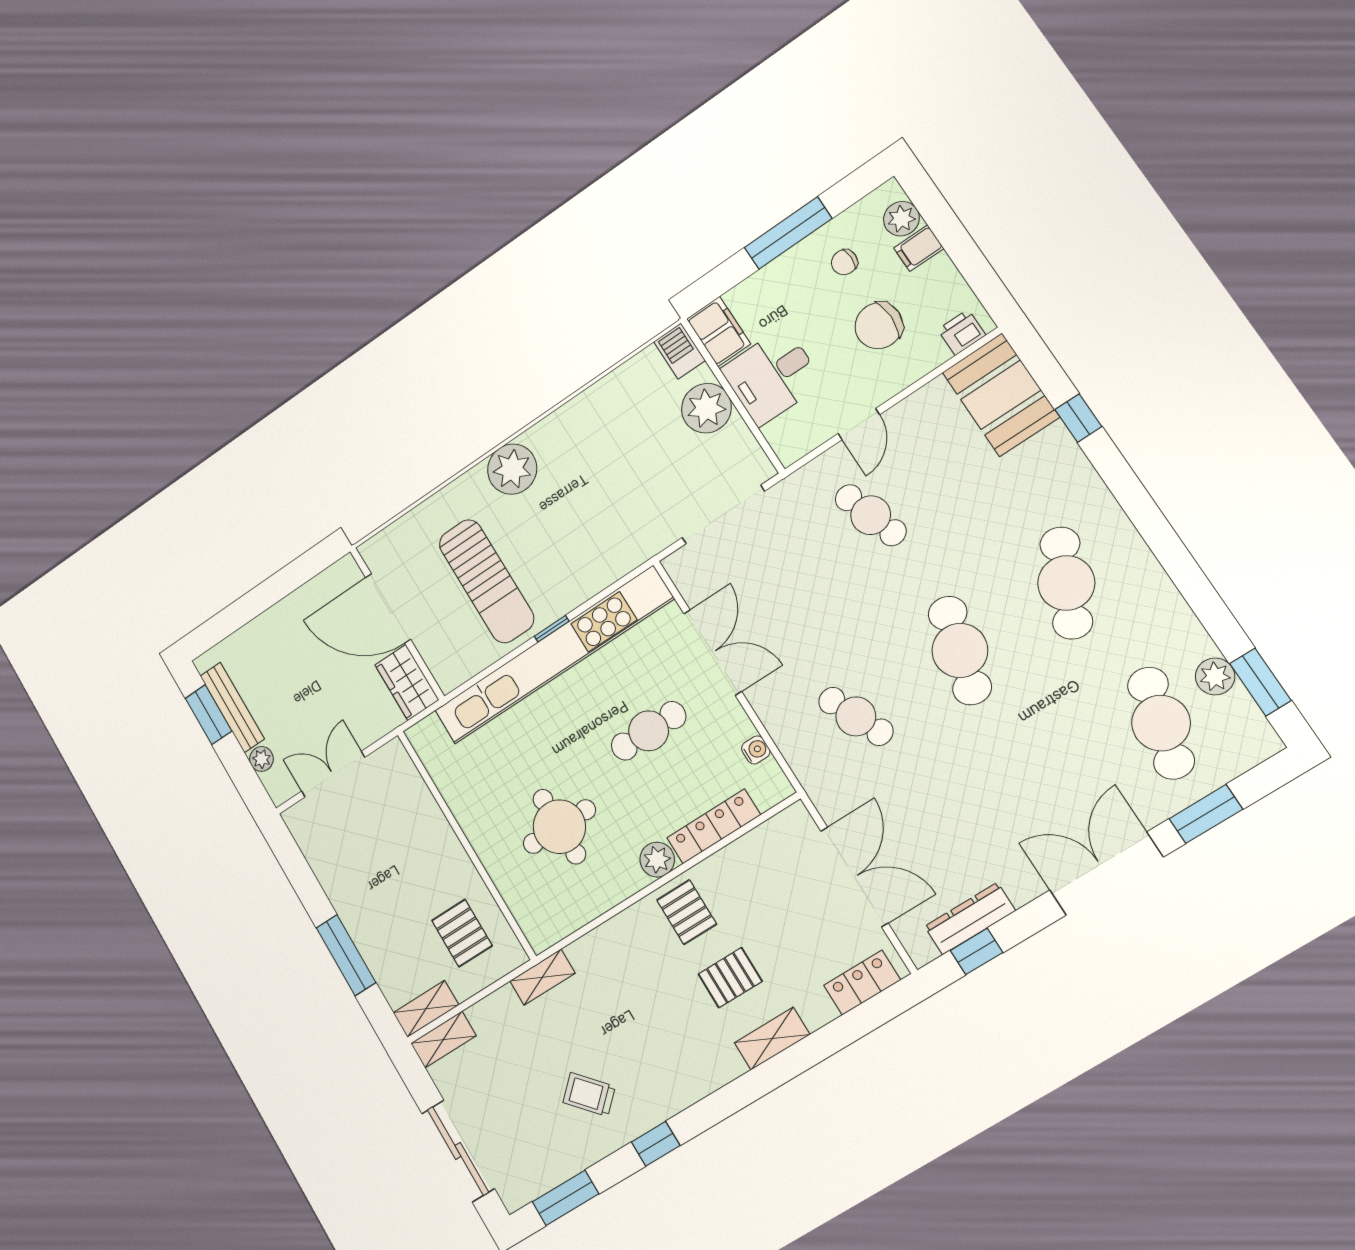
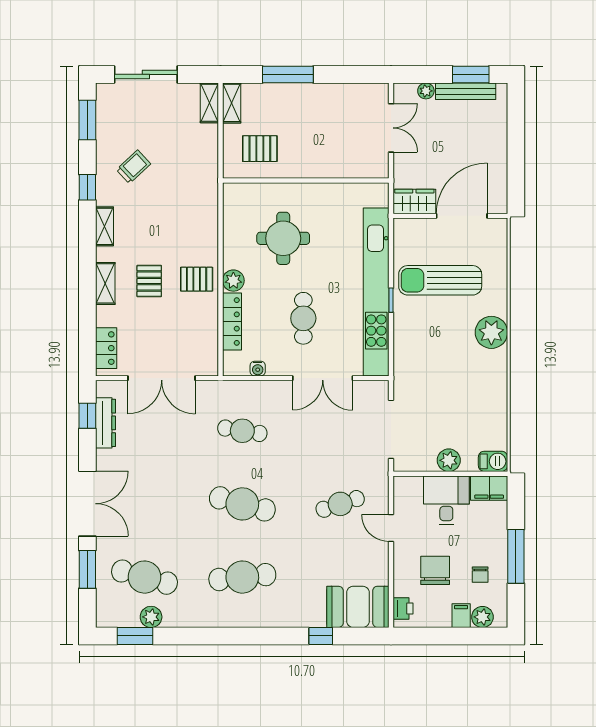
chair: (844, 262) -> (480, 575), turned 180
plant: (706, 408) -> (449, 460), width x0.73, depth x0.73
cafe table: (1066, 583) -> (242, 577), turned -30
cafe table: (856, 716) -> (242, 431), turned 33
shelving: (542, 977) -> (105, 226), moved

